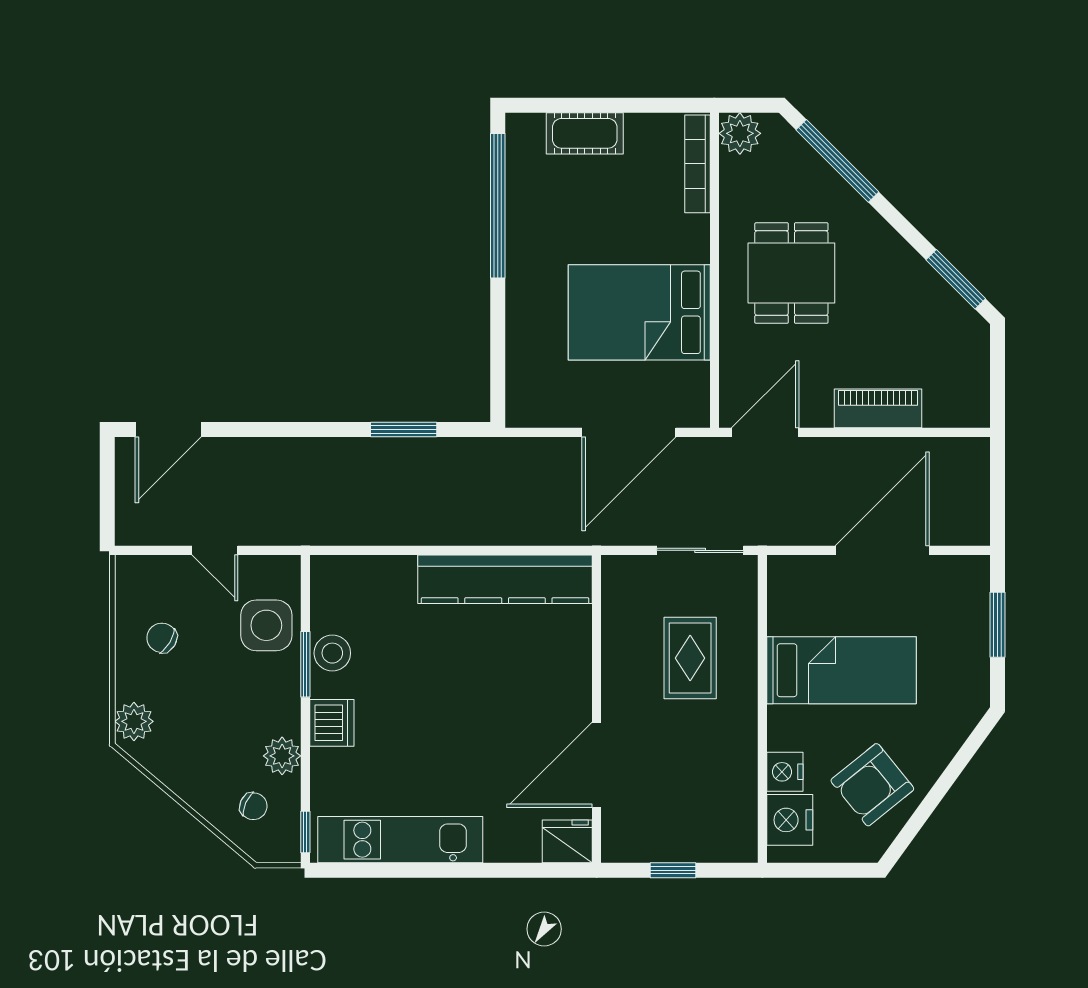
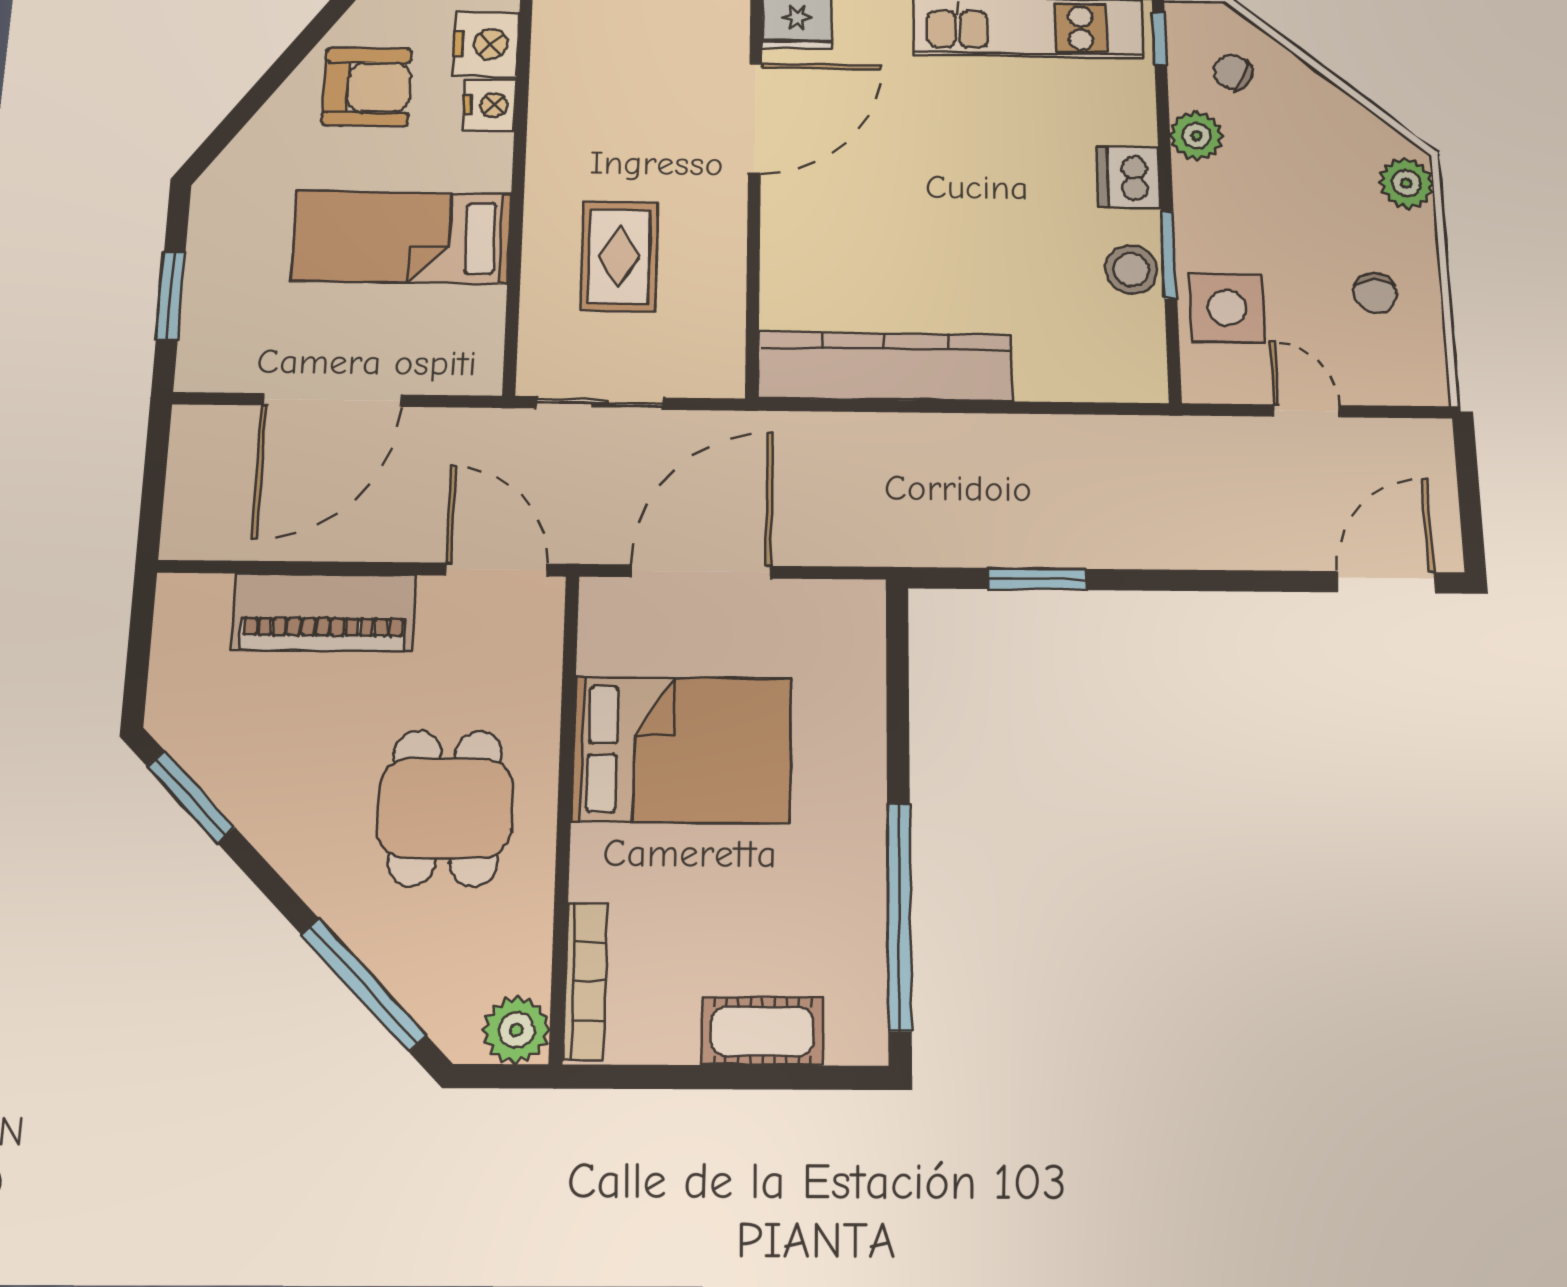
piano: (878, 408) -> (324, 612), width x1.37, depth x1.33
door: (765, 432) -> (497, 570), swing flipped
chair: (162, 638) -> (1375, 293), turned 59
armchair: (872, 785) -> (367, 87), turned 39

